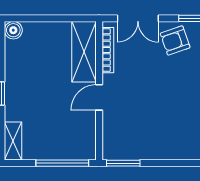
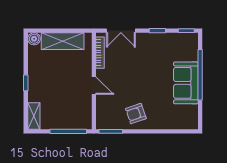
armchair: (175, 40) -> (136, 114), moved
shelving: (84, 52) -> (63, 41), moved, turned 90
door: (99, 97) -> (94, 86), swing flipped

